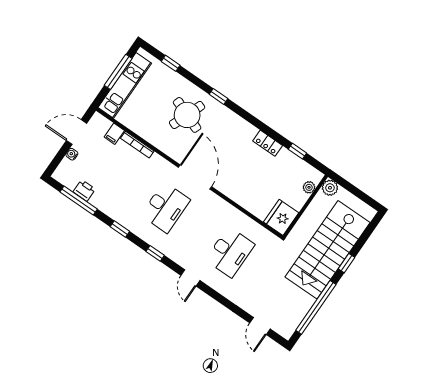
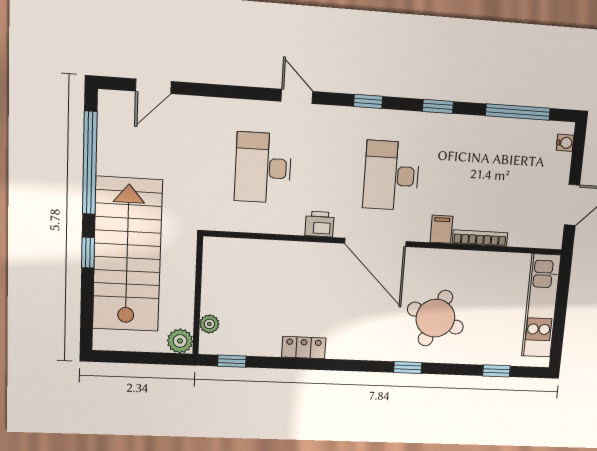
window: (118, 72) -> (560, 318), removed
filing cabinet: (114, 134) -> (441, 229), moved
window: (297, 151) -> (232, 361), moved
water cooler: (72, 154) -> (565, 143), moved
printer: (84, 190) -> (320, 224), moved, turned 180
fridge: (281, 217) -> (222, 260), removed
door: (260, 326) -> (153, 86), swing flipped

